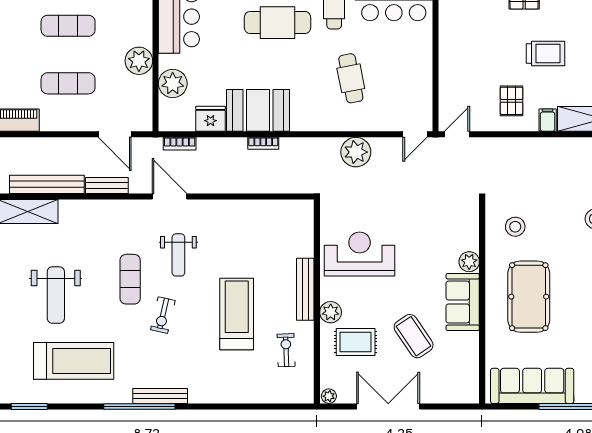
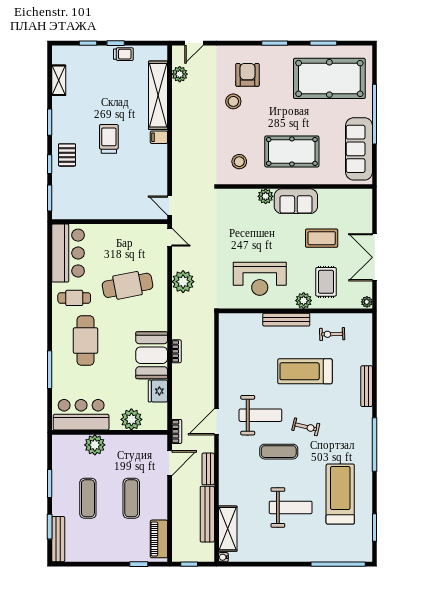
plant: (139, 61) -> (95, 445), moved
cafe table: (351, 78) -> (128, 285), width x1.37, depth x1.35
pallet: (512, 101) -> (144, 164), removed
bookcase: (180, 144) -> (177, 431), moved
reception desk: (360, 254) -> (260, 279), turned -90
weight bench: (178, 255) -> (260, 415), width x1.36, depth x1.33
coffee table: (414, 336) -> (322, 238), turned 34
bench: (160, 396) -> (367, 386), moved

